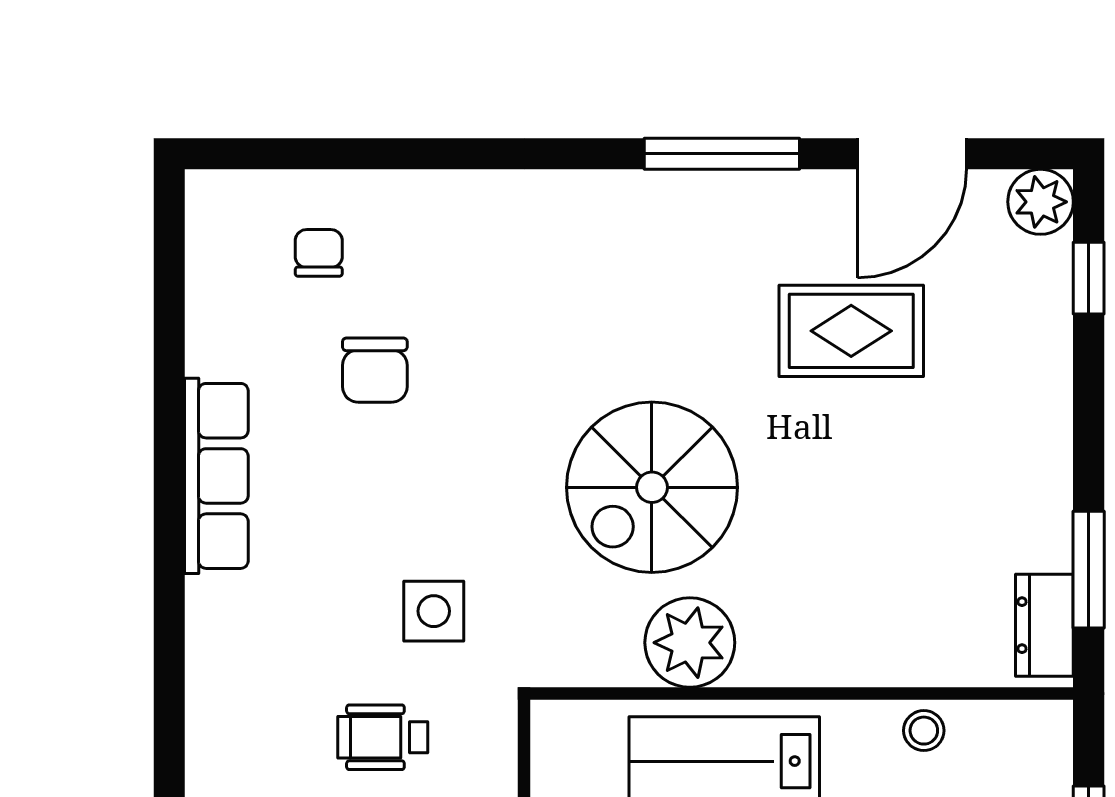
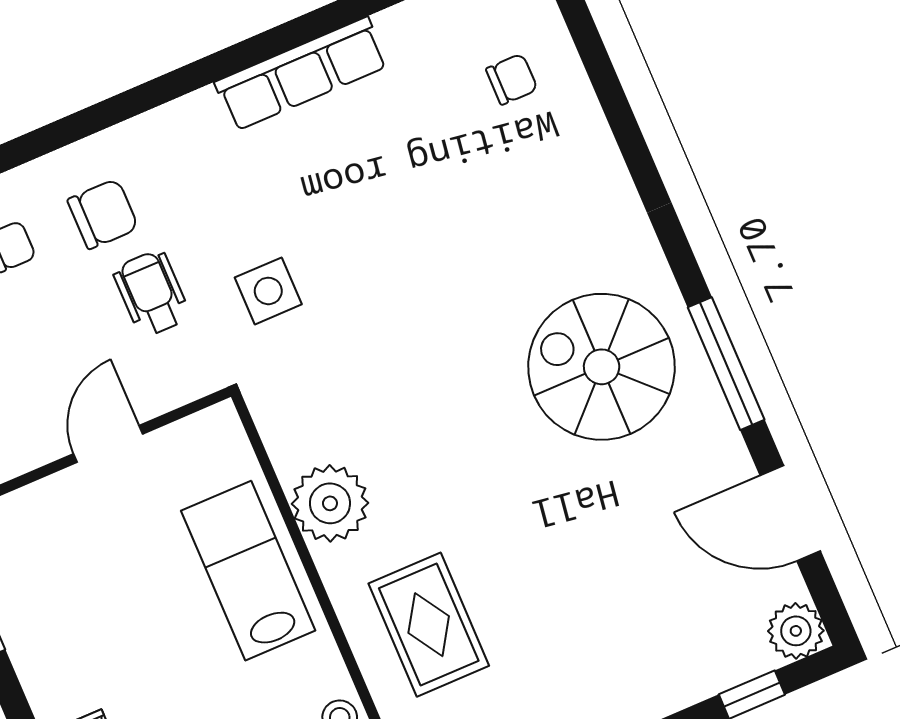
rug: (851, 331) -> (429, 625), moved
chair: (375, 370) -> (103, 214), moved, turned 180
spiral stairs: (652, 487) -> (602, 367), moved

